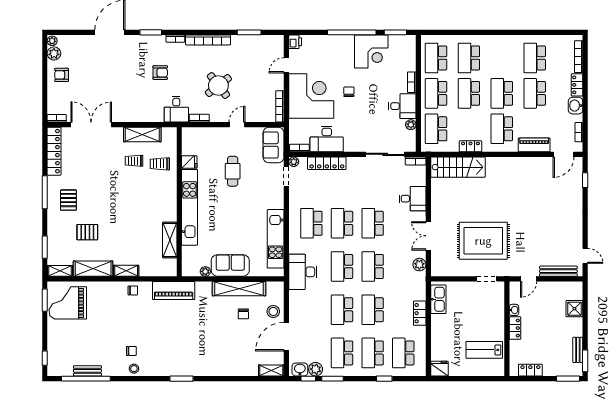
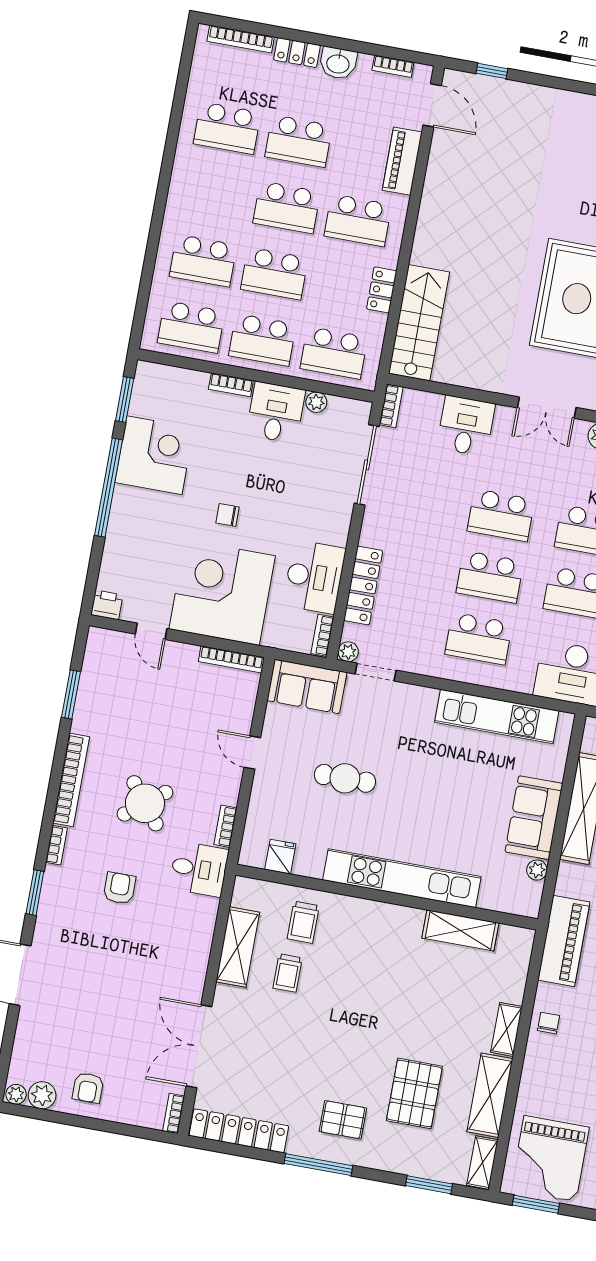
round table: (218, 86) -> (145, 803), moved
fridge: (189, 162) -> (280, 857), moved
pallet: (87, 232) -> (414, 1093), width x1.50, depth x1.42

